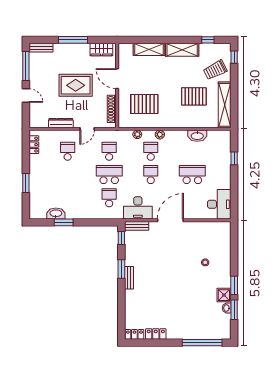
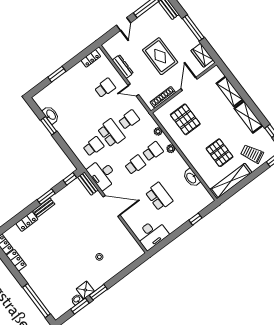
locker: (130, 301) -> (27, 221), added

